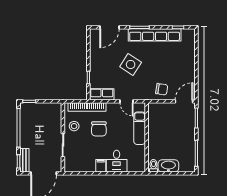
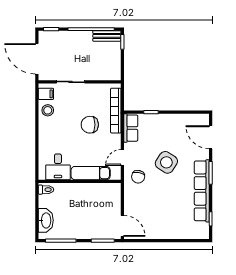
chair: (162, 89) -> (138, 177), moved
stool: (74, 126) -> (48, 110), moved
bench: (24, 160) -> (107, 36), moved
desk: (117, 161) -> (58, 167), moved, turned -90
filing cabinet: (101, 166) -> (46, 94), moved
washbasin: (168, 166) -> (46, 220), moved

